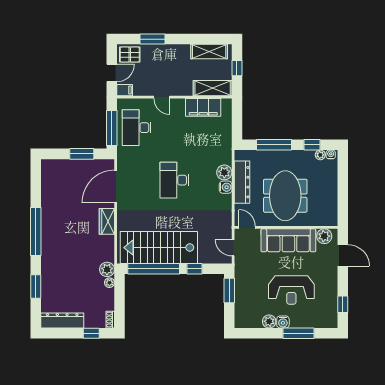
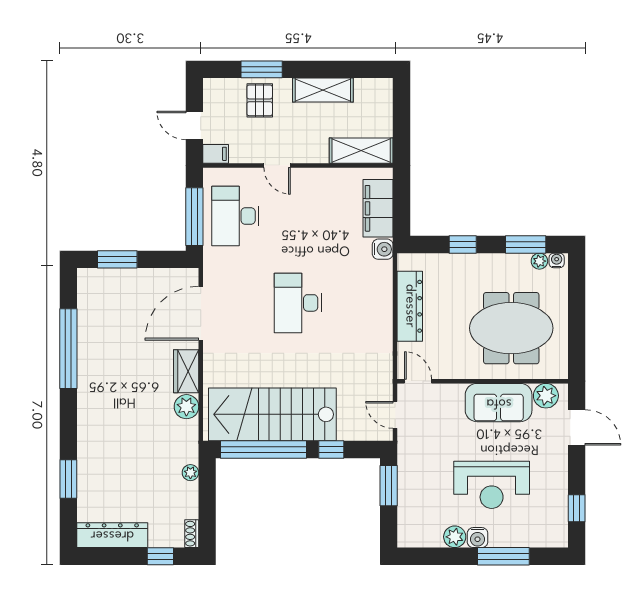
shelving: (209, 51) -> (323, 90), moved
pallet: (130, 55) -> (260, 100), moved, turned 90
window: (237, 68) -> (402, 117), removed
door: (112, 73) -> (194, 125), swing flipped
filing cabinet: (203, 107) -> (378, 208), moved, turned 90
window: (274, 145) -> (463, 244), width x0.46
window: (312, 145) -> (526, 244), width x1.50
window: (82, 154) -> (117, 259), moved
plant: (224, 172) -> (380, 290), removed
water cooler: (226, 187) -> (383, 249), moved
meeting table: (285, 196) -> (511, 328), moved, turned 90
window: (36, 231) -> (68, 349), moved
sofa: (288, 240) -> (499, 403), width x0.73
plant: (107, 269) -> (186, 407), moved

